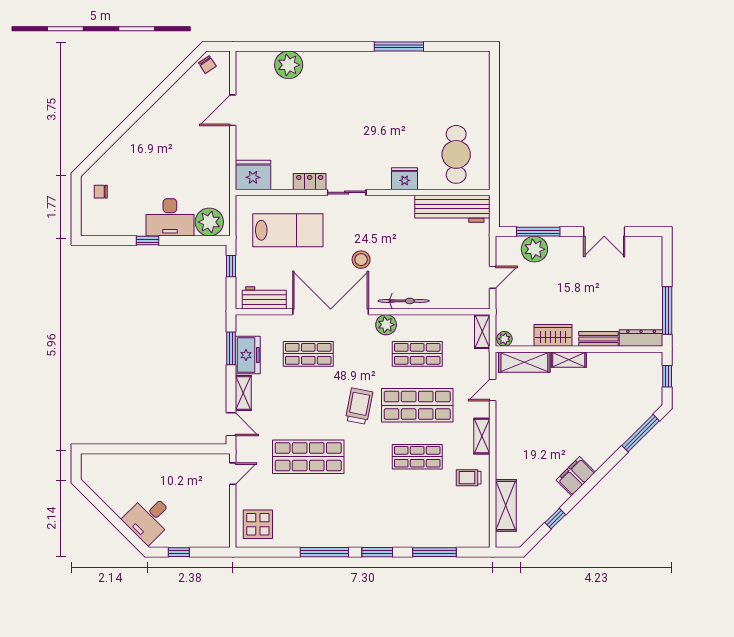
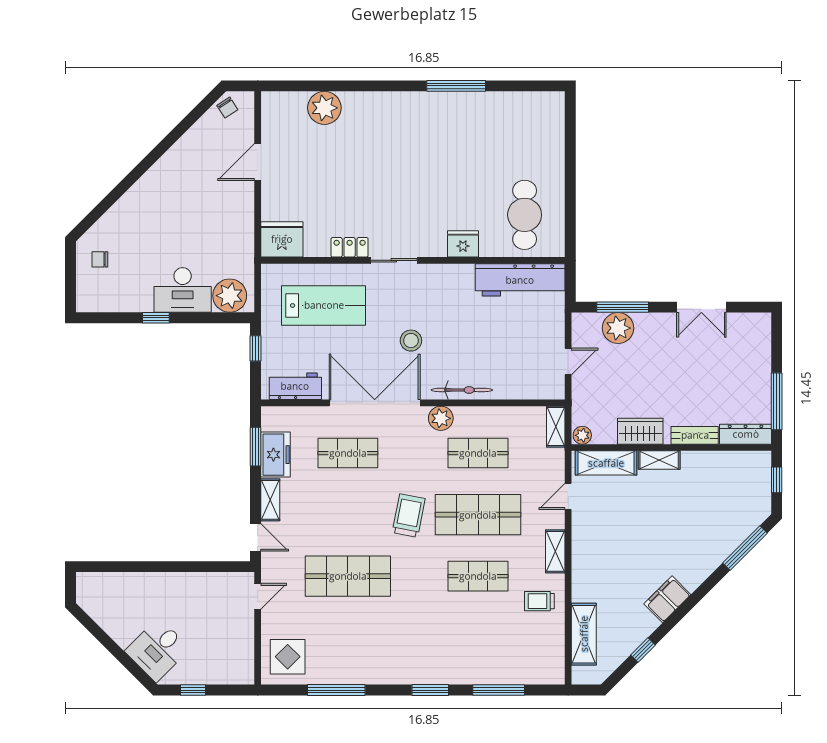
window: (324, 552) -> (336, 690), moved

